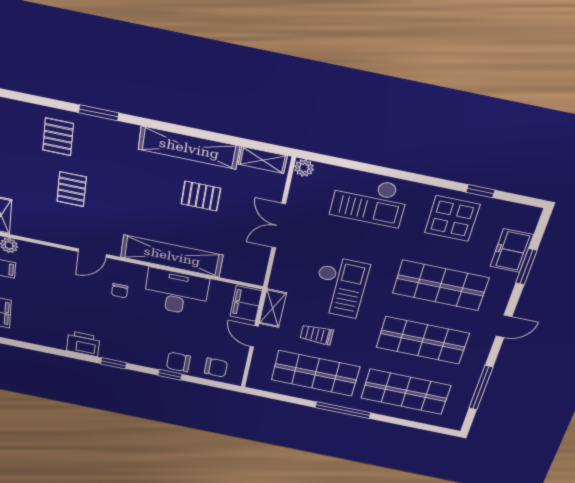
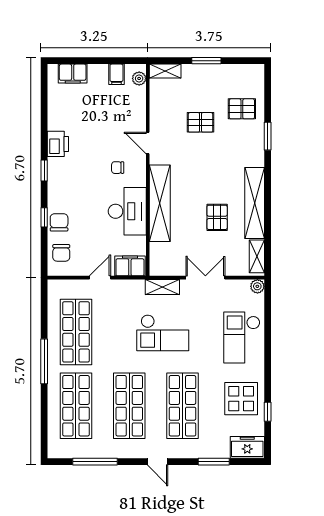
freezer: (512, 251) -> (247, 447), moved
shelving: (273, 308) -> (162, 287), moved
trolley: (317, 335) -> (114, 325), removed

